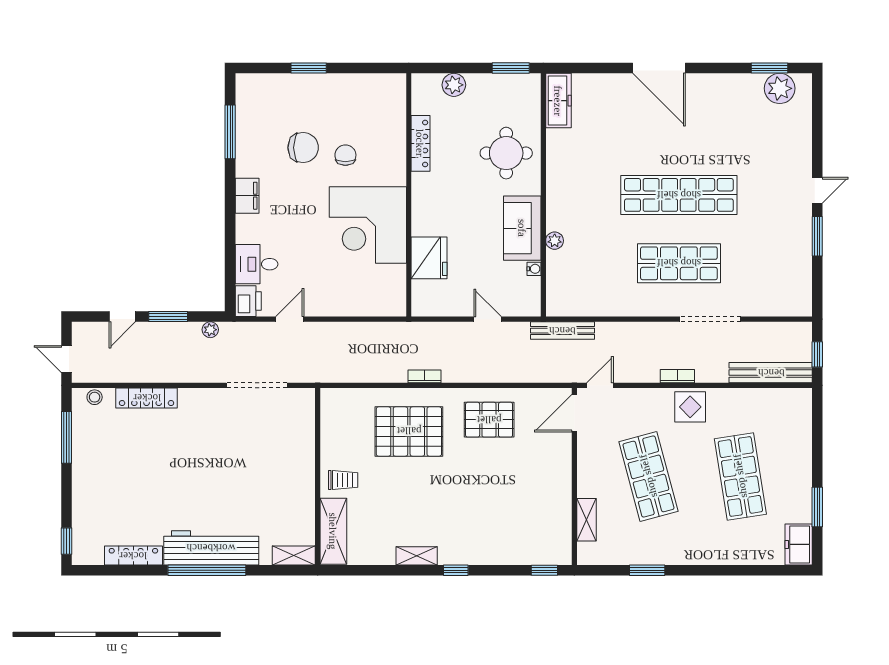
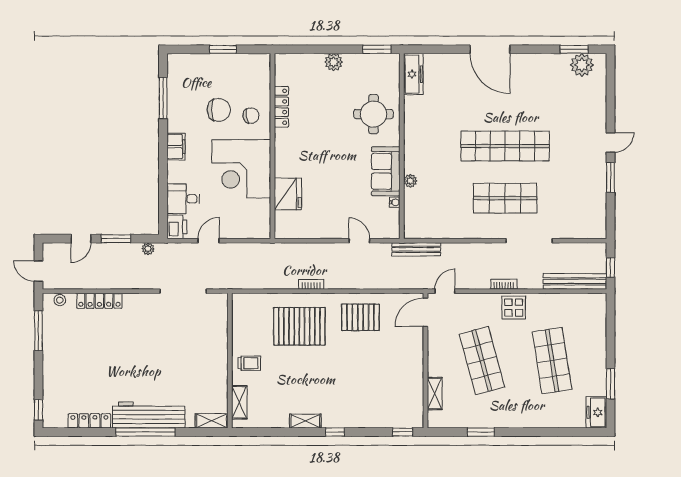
locker: (420, 143) -> (281, 107), moved
chair: (345, 155) -> (251, 116), turned 81
wall: (409, 195) -> (272, 146), moved
corner desk: (368, 225) -> (241, 169), moved
fridge: (429, 258) -> (288, 194), moved
shelving: (333, 531) -> (239, 402), width x0.67, depth x0.75

